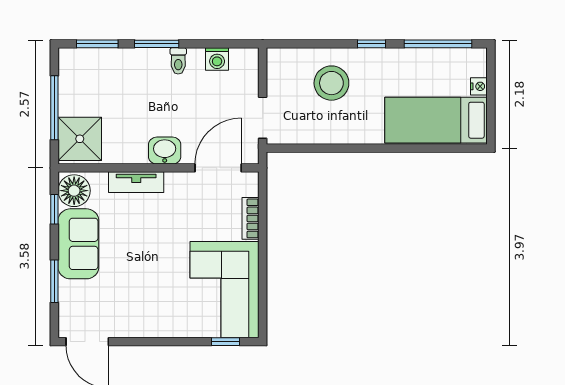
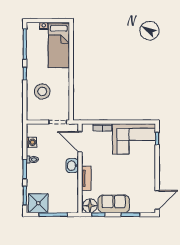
shower: (80, 139) -> (38, 203), moved

